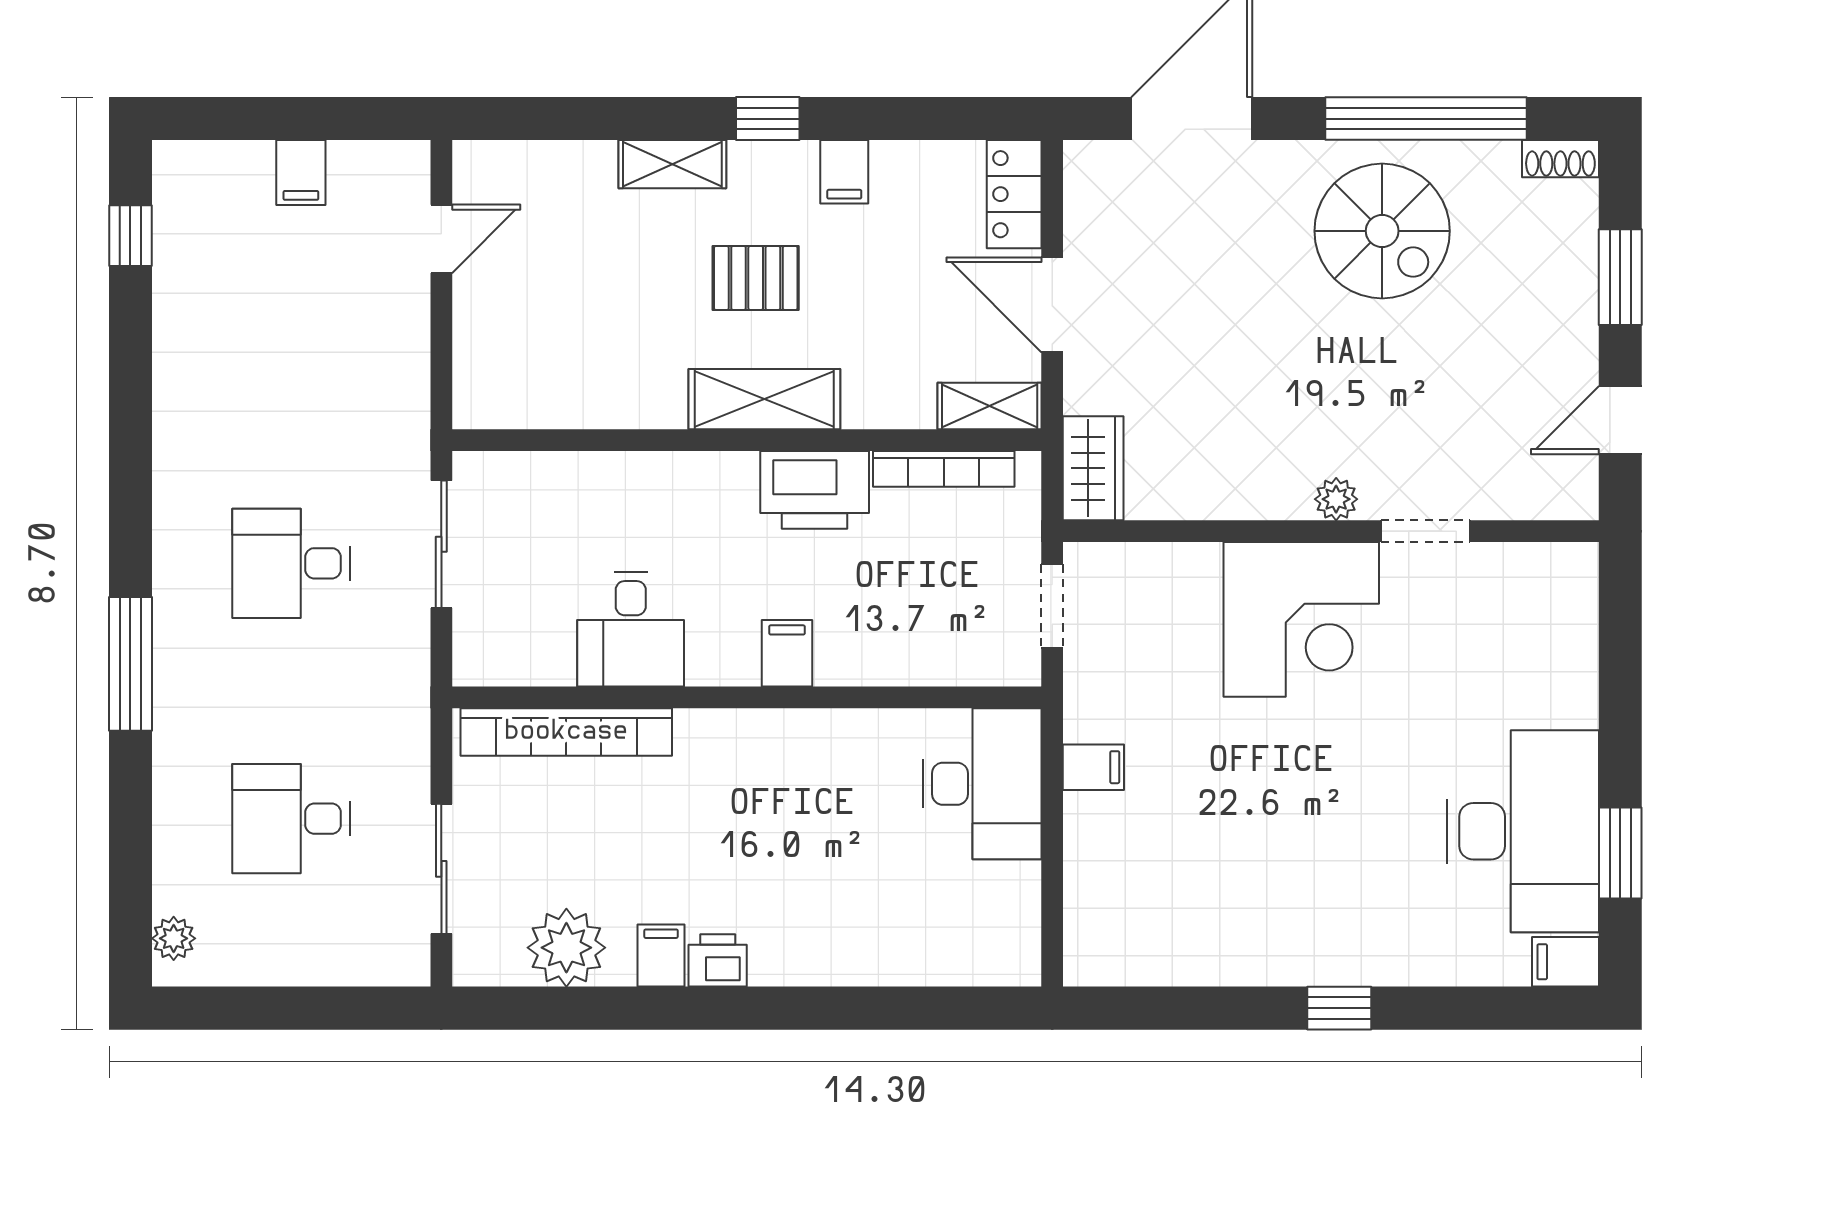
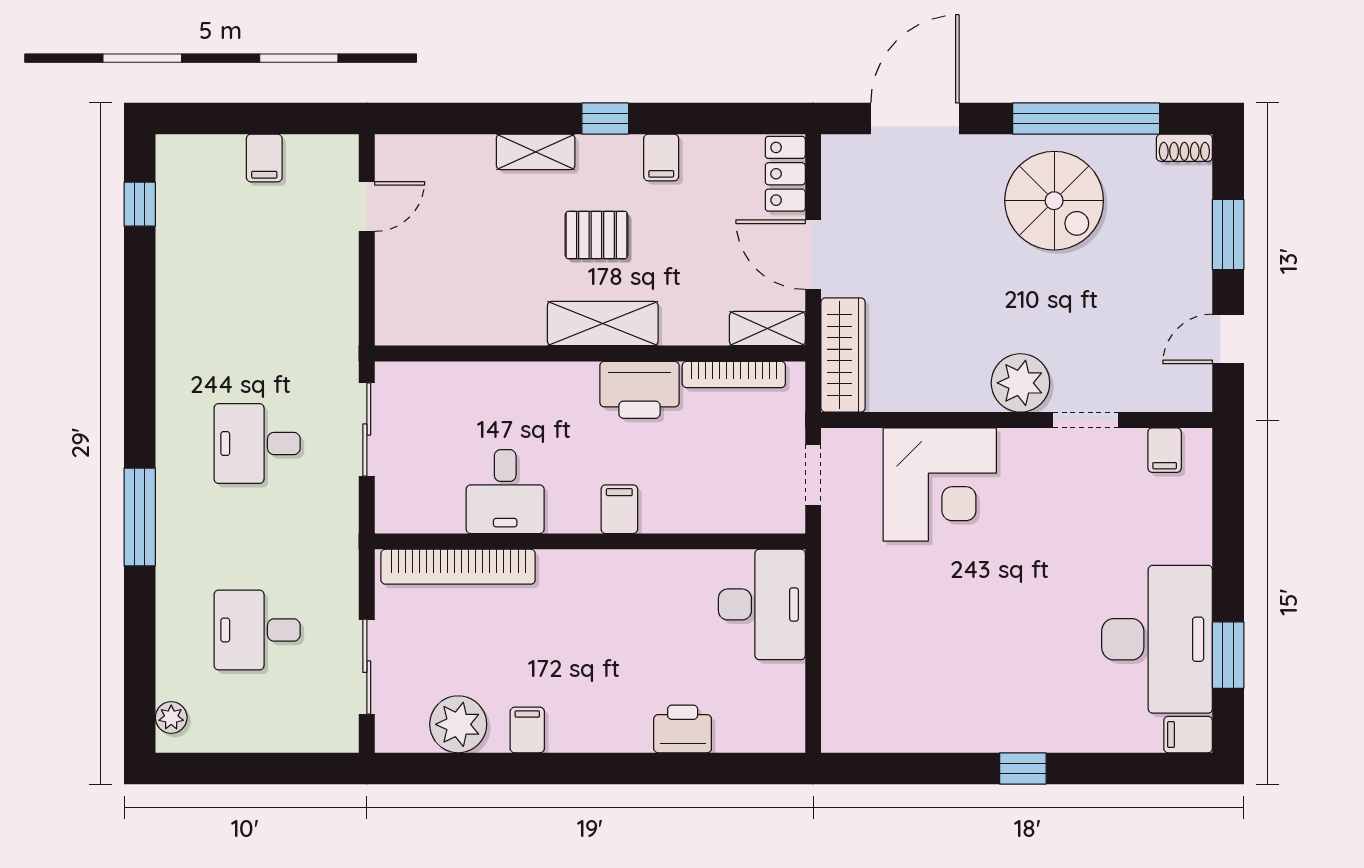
wardrobe: (1093, 468) -> (843, 355), width x1.50
plant: (1336, 499) -> (1020, 383), width x1.88, depth x1.88
corner desk: (1301, 619) -> (940, 484), moved
filing cabinet: (1093, 767) -> (1165, 450), moved, turned 90
printer: (718, 960) -> (683, 729), moved, width x1.36, depth x1.24

